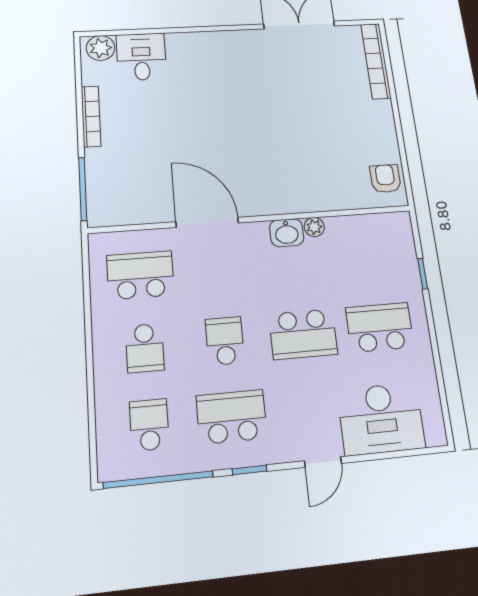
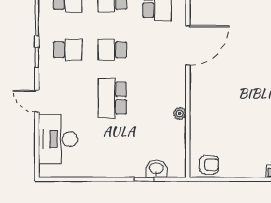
washbasin: (287, 233) -> (156, 169), moved, turned 90
school desk: (380, 327) -> (112, 146), removed
school desk: (225, 341) -> (112, 50), turned 180
school desk: (232, 417) -> (68, 50), width x0.54

